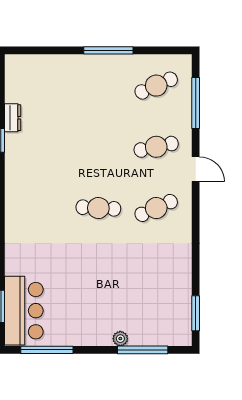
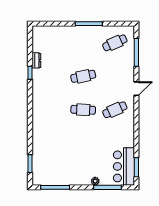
cafe table: (156, 147) -> (83, 76), moved
door: (196, 169) -> (136, 89), hinge flipped
bar counter: (24, 311) -> (124, 166), moved, turned 180

